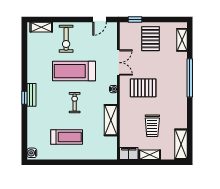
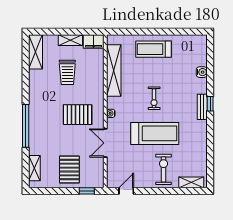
shelving: (111, 120) -> (114, 71), width x1.47
trolley: (152, 126) -> (67, 72), turned 180
treadmill: (67, 137) -> (154, 49), moved
water cooler: (32, 153) -> (202, 72), moved

